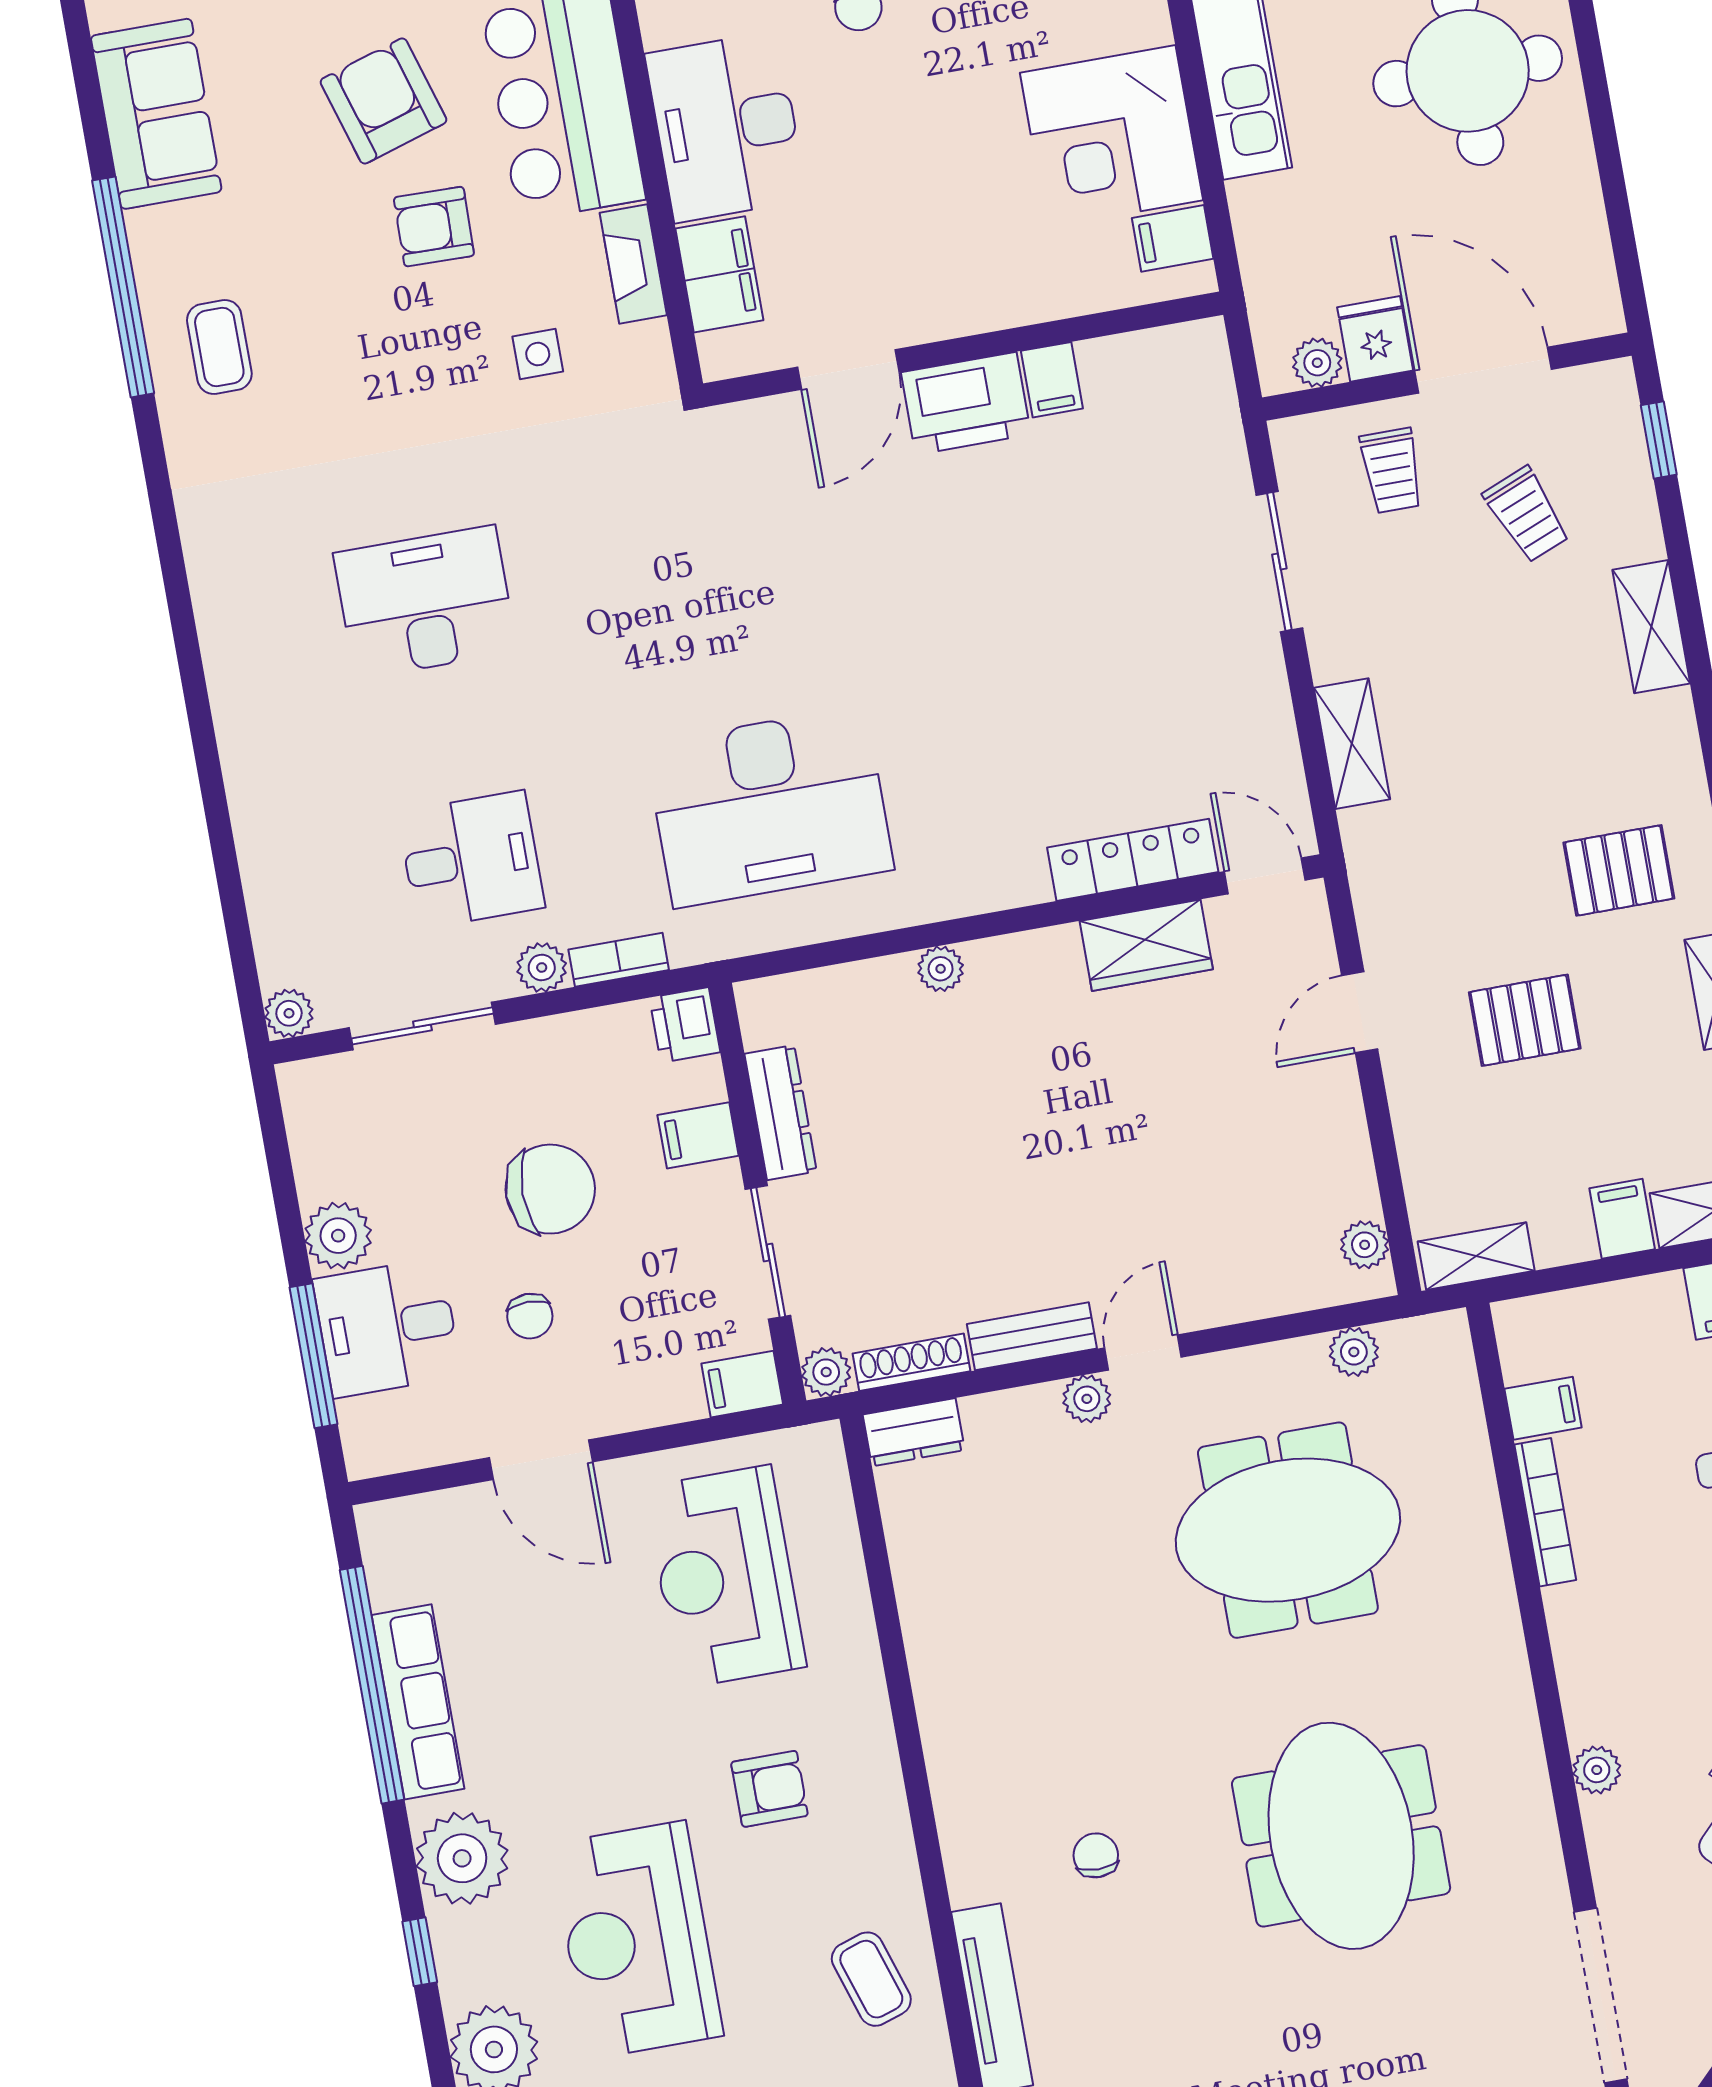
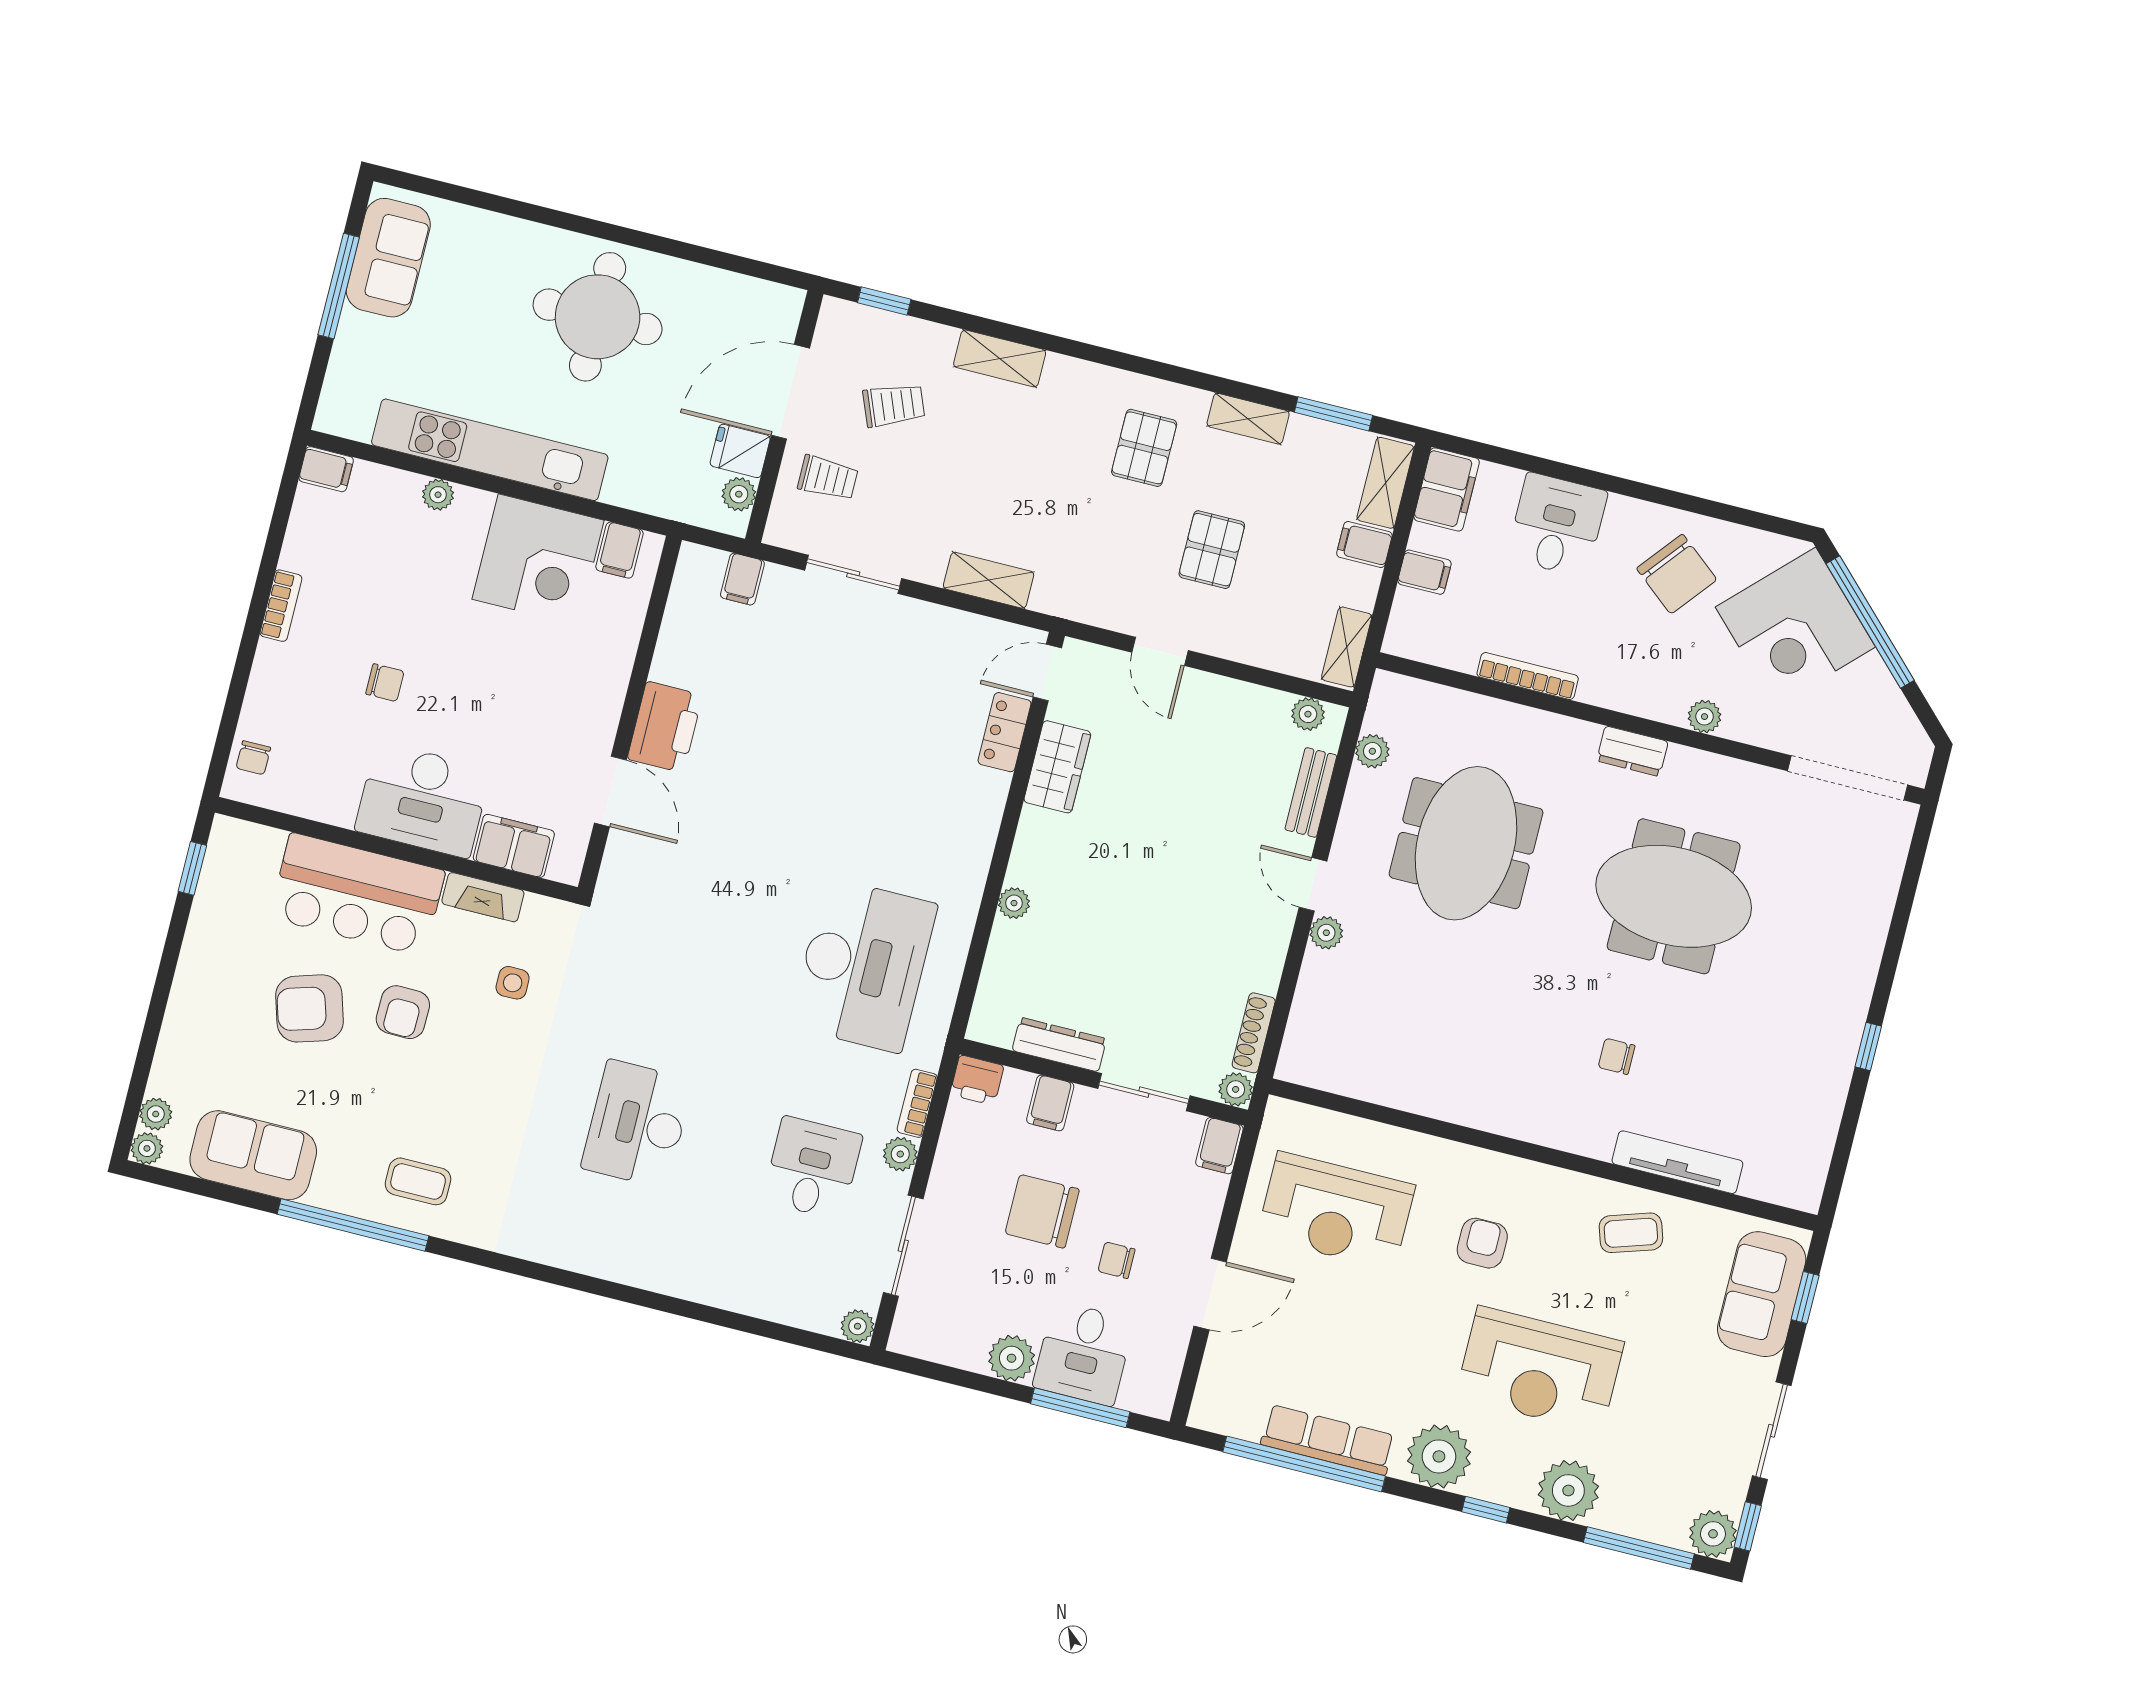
filing cabinet: (1052, 380) -> (742, 579), moved, turned 90
locker: (1133, 860) -> (1005, 732), width x0.66
chair: (550, 1189) -> (1042, 1211), turned -90
chair: (530, 1316) -> (1116, 1260), turned 180
bench: (1032, 1336) -> (1311, 792), moved
filing cabinet: (1543, 1408) -> (1424, 572), moved, turned 90
dresser: (914, 1432) -> (1632, 751), moved, turned 90

